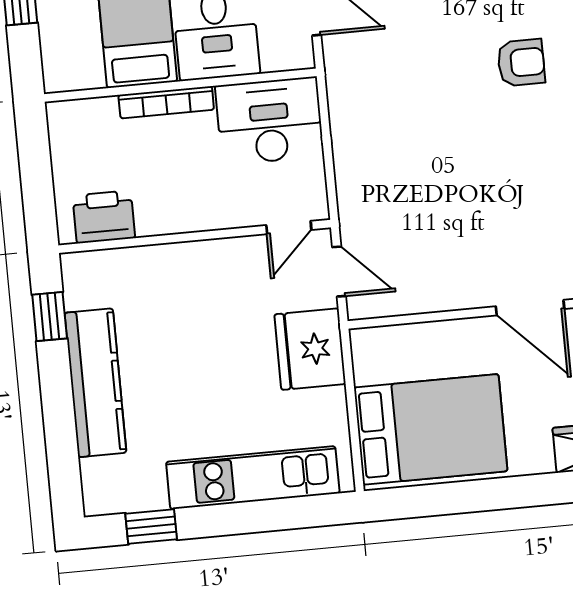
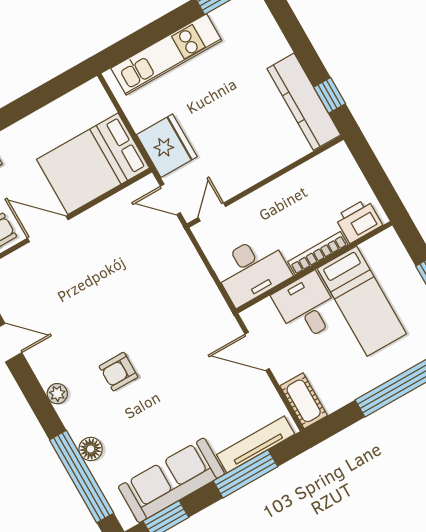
printer: (104, 217) -> (359, 221), moved, turned 180
kitchen counter: (95, 383) -> (304, 102), moved
bed: (431, 429) -> (93, 164), moved

